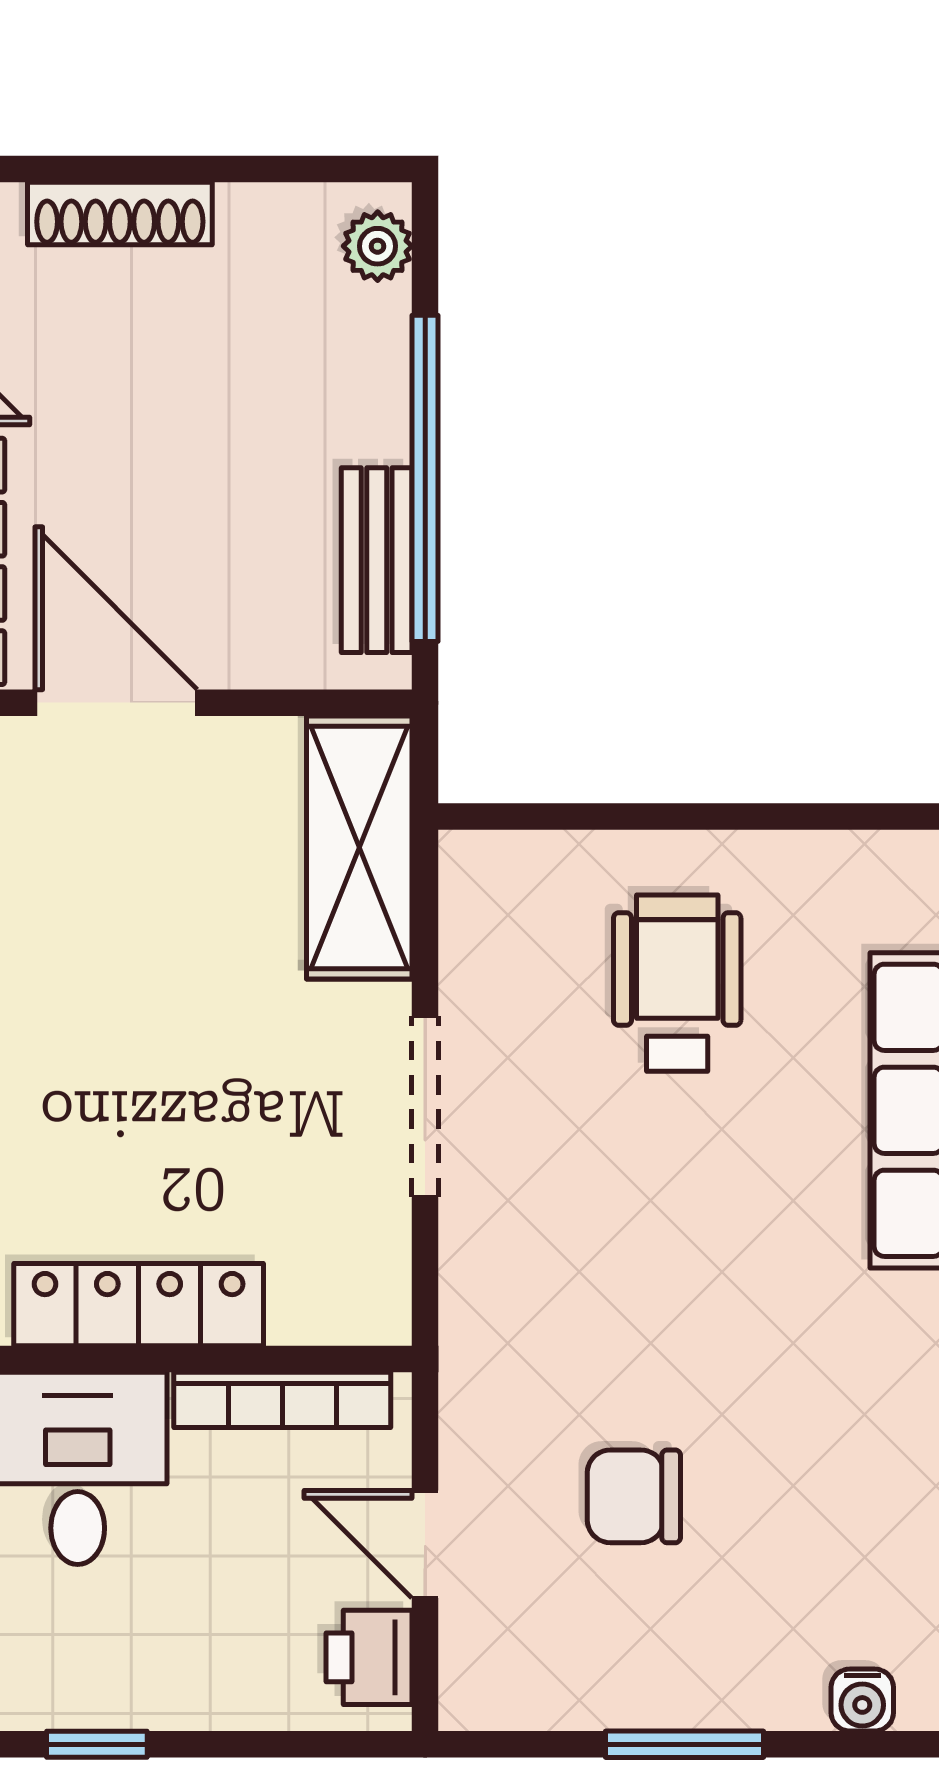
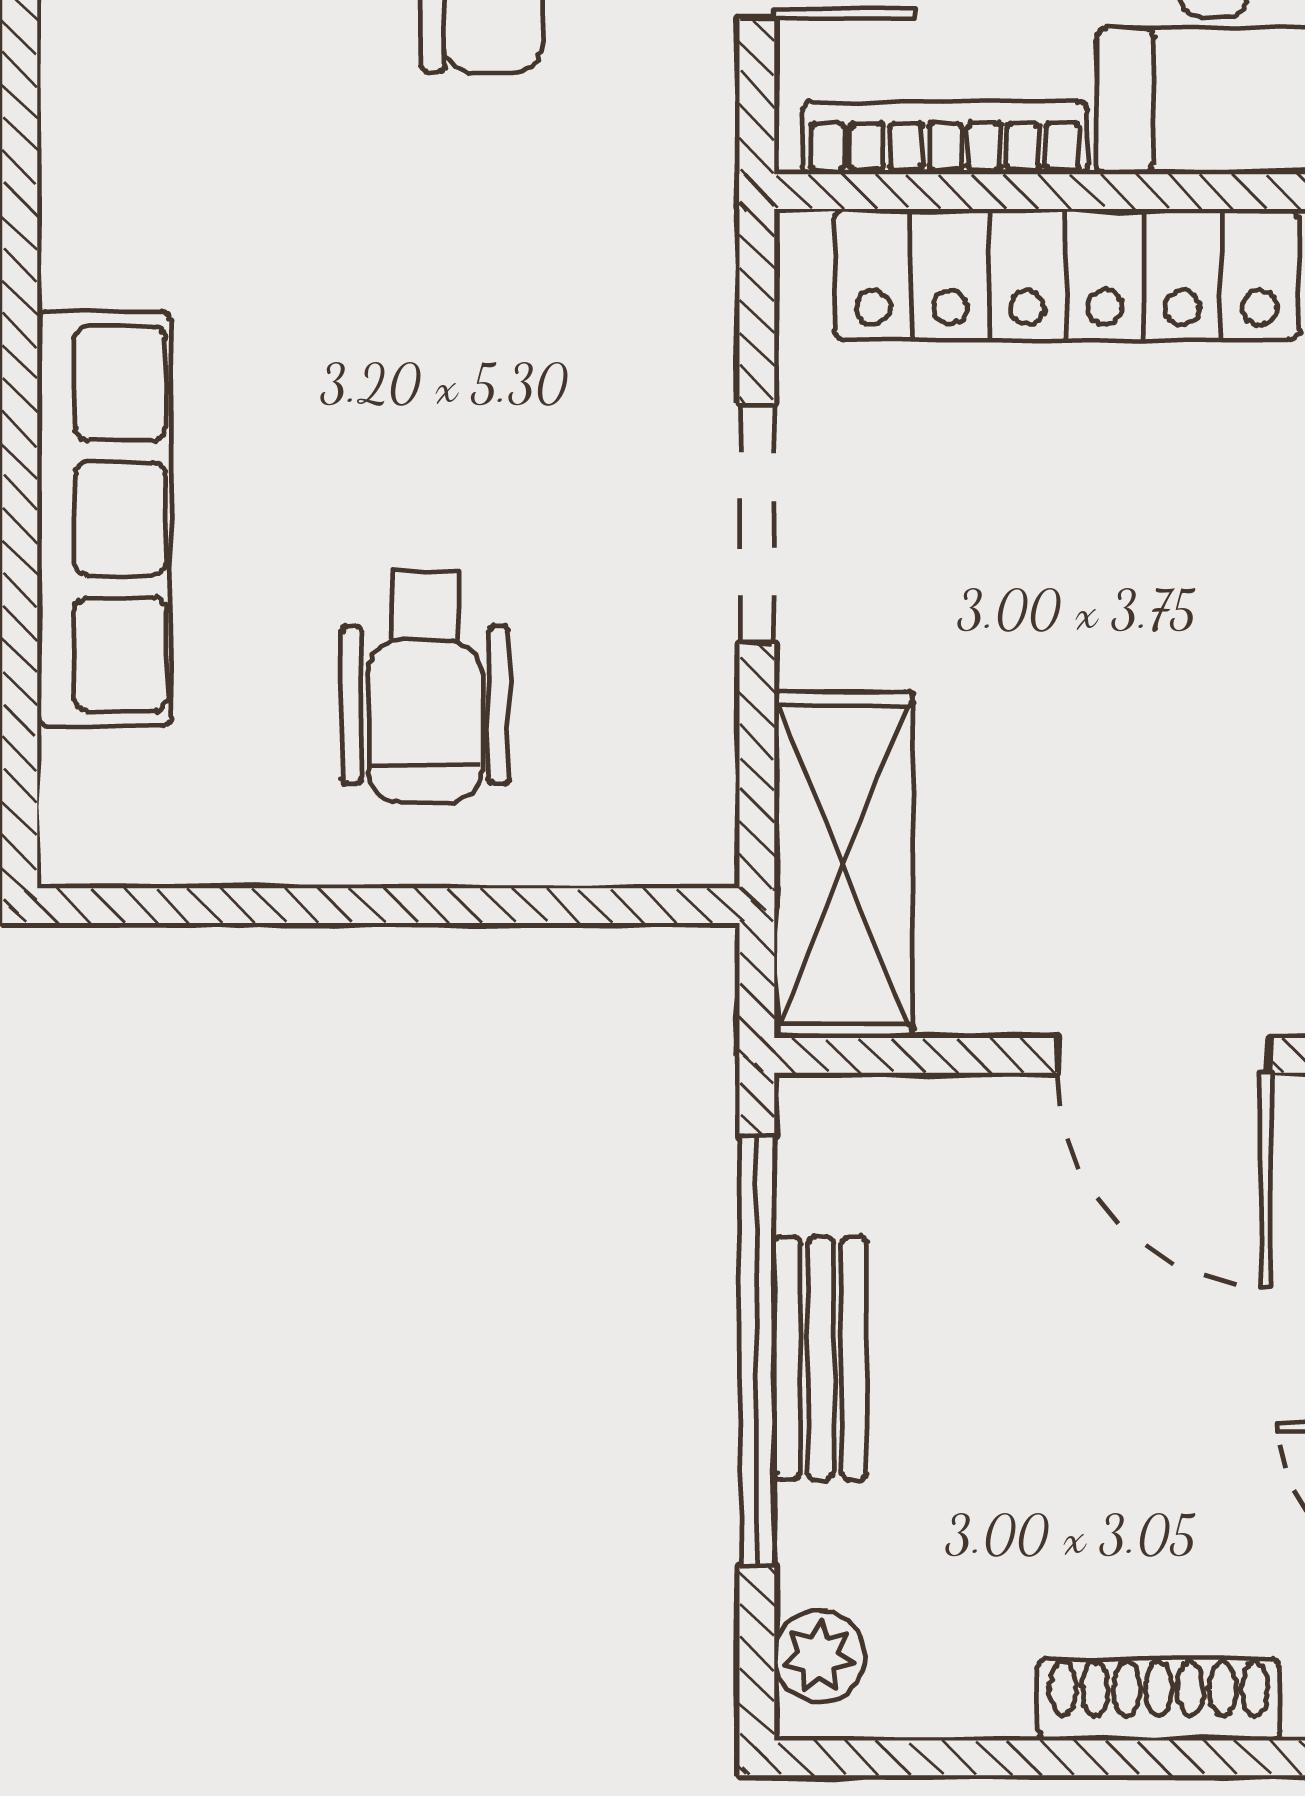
bench: (377, 560) -> (821, 1358), moved
locker: (139, 1305) -> (1066, 275), width x1.41, depth x1.21

